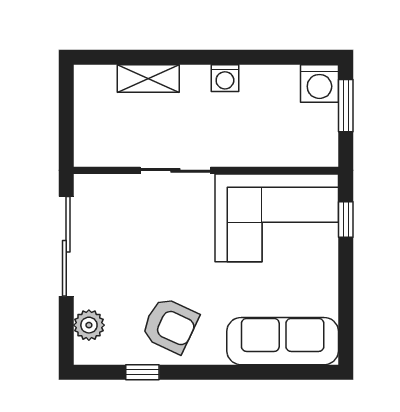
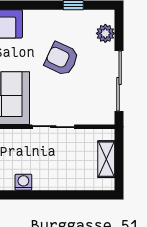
shelving: (148, 78) -> (106, 159), moved, turned 90
armchair: (170, 325) -> (62, 59), moved

